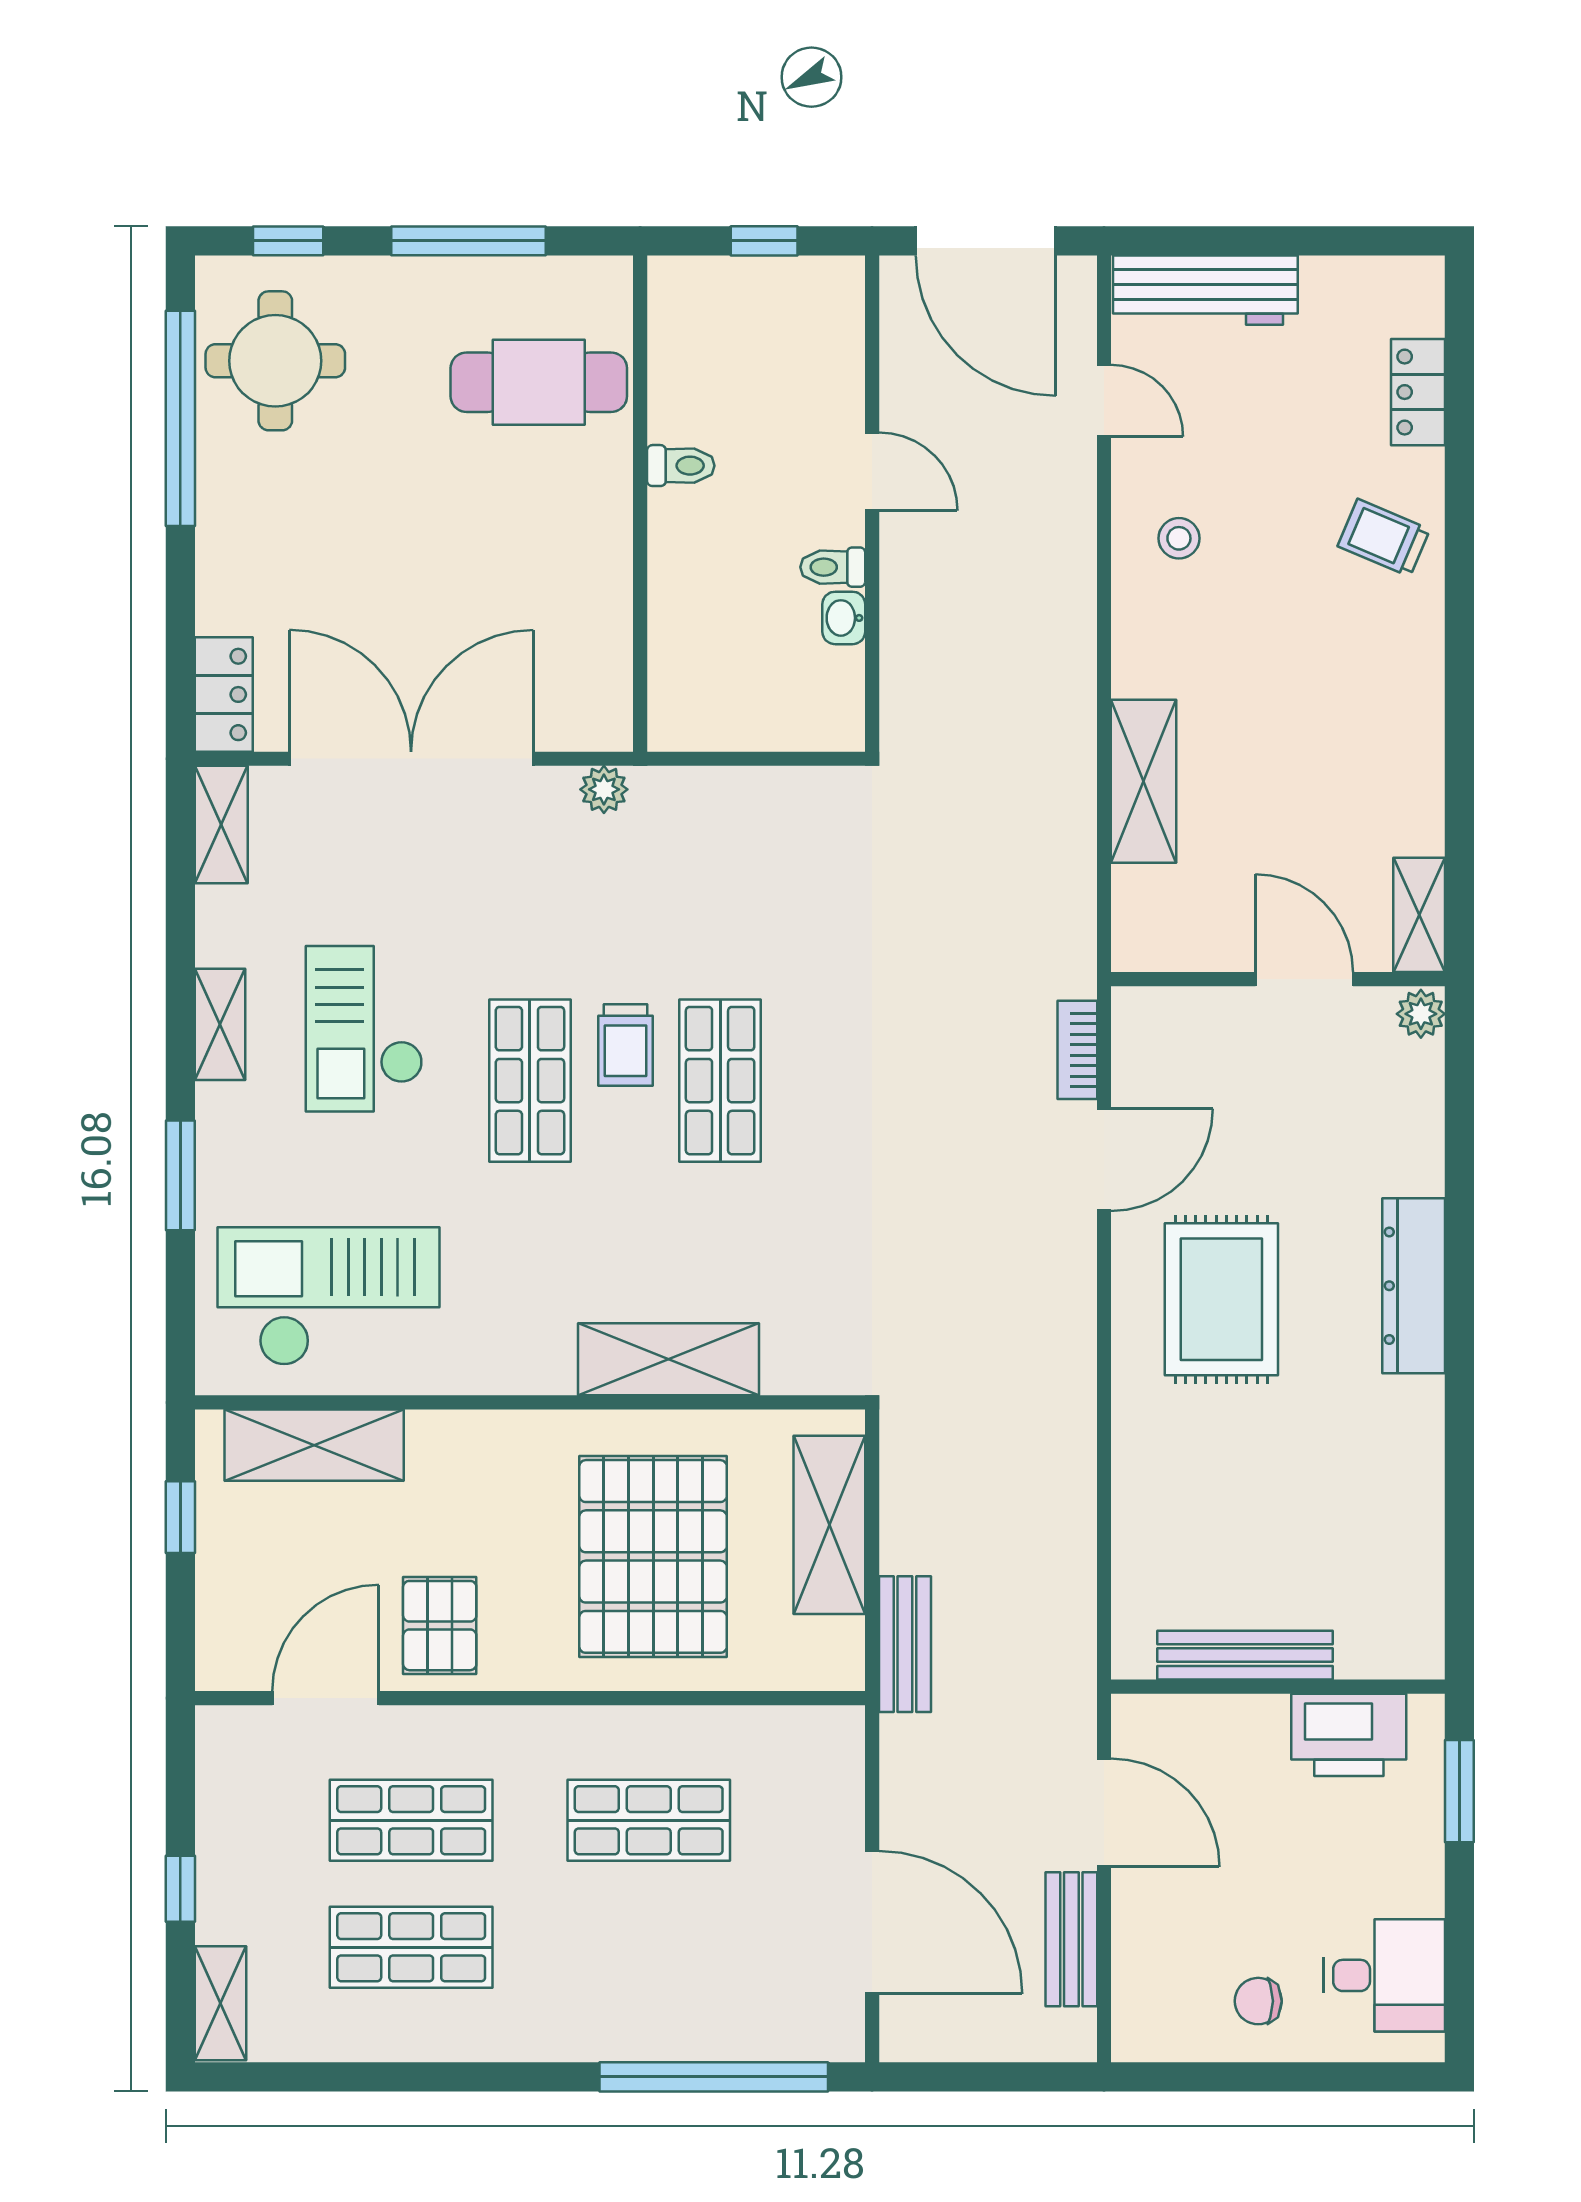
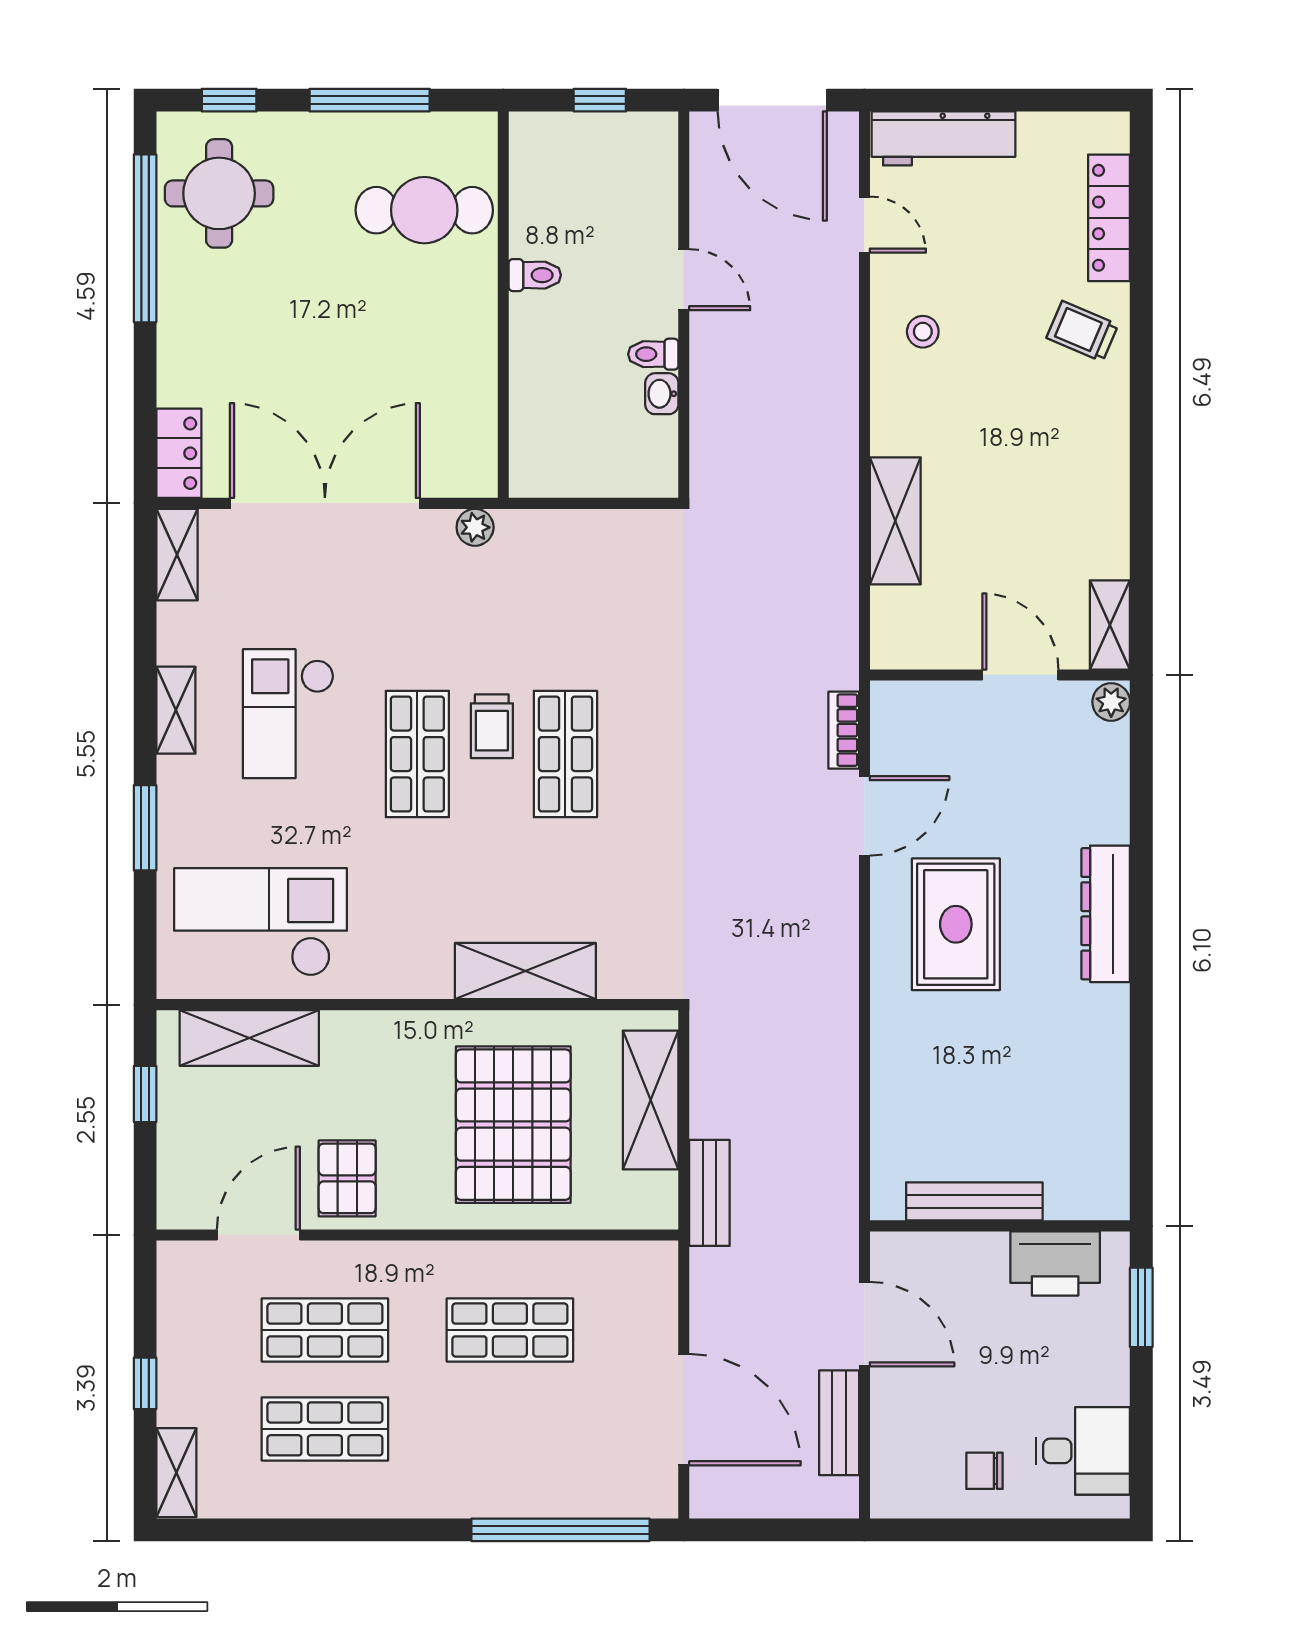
locker: (1418, 392) -> (1109, 218), width x1.53

